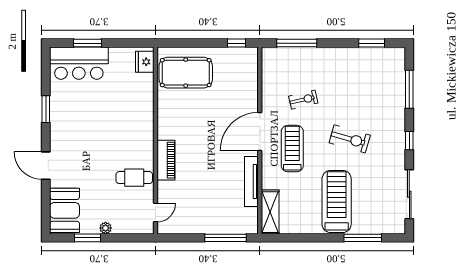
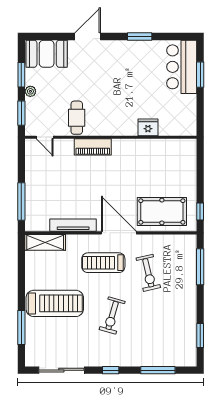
fridge: (145, 62) -> (148, 127), moved
pool table: (186, 73) -> (162, 212), moved, turned 90
exercise bike: (303, 100) -> (148, 273), width x1.38, depth x1.39
treadmill: (292, 149) -> (103, 263), turned 180
window: (129, 238) -> (21, 113), added

